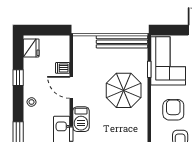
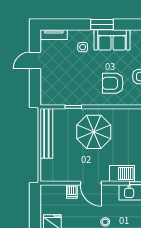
corner sofa: (168, 61) -> (65, 88), removed
door: (71, 87) -> (91, 183), hinge flipped

